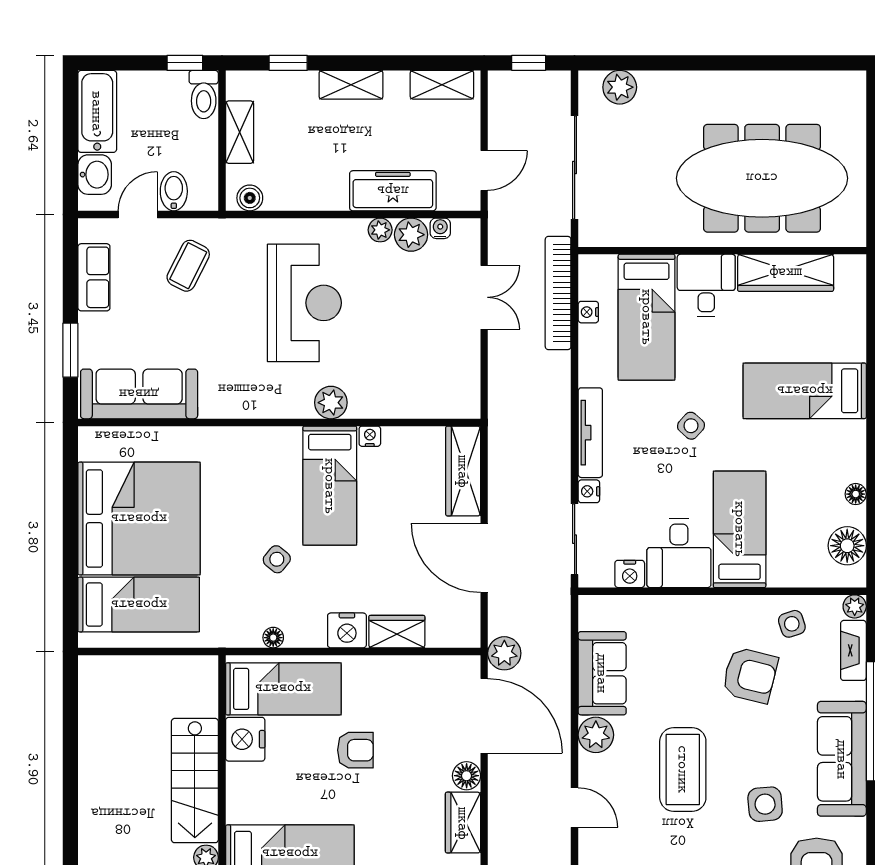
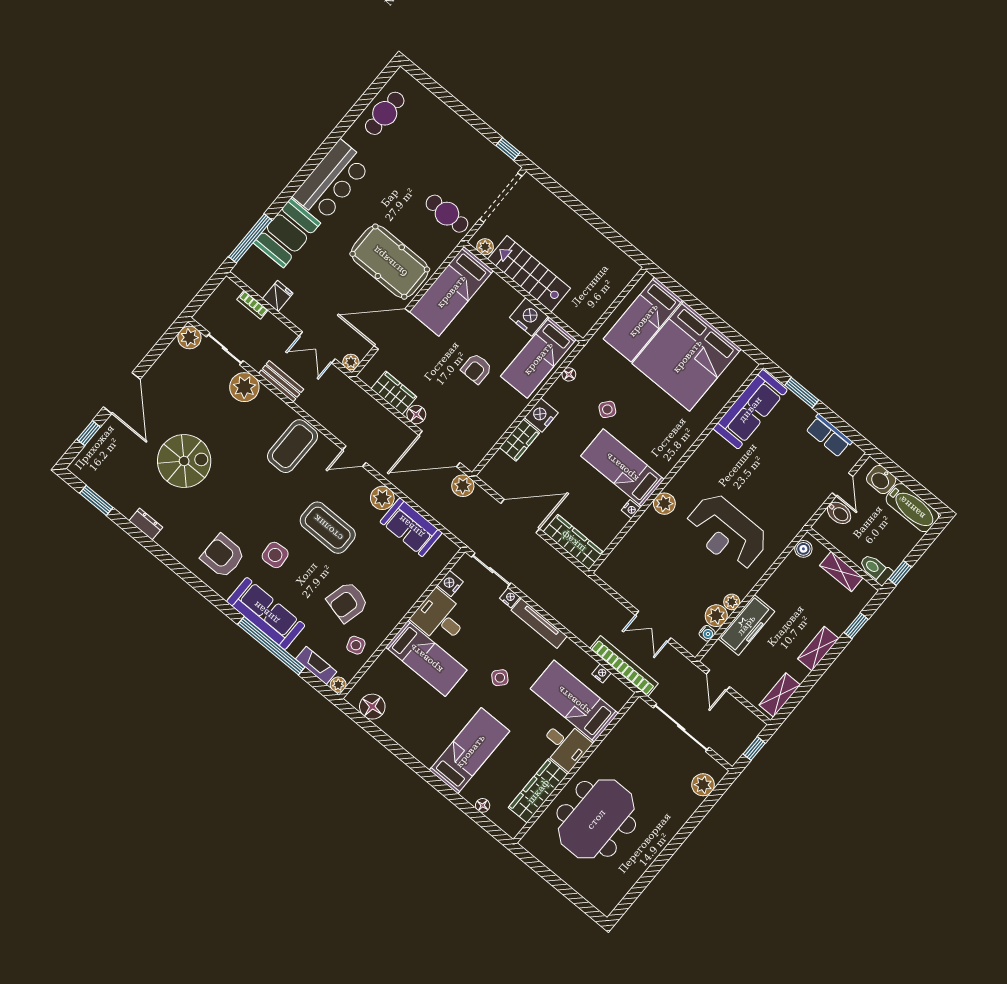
meeting table: (762, 178) -> (596, 819), width x0.73
coffee table: (188, 266) -> (795, 489), removed
floor lamp: (856, 494) -> (483, 805), moved

